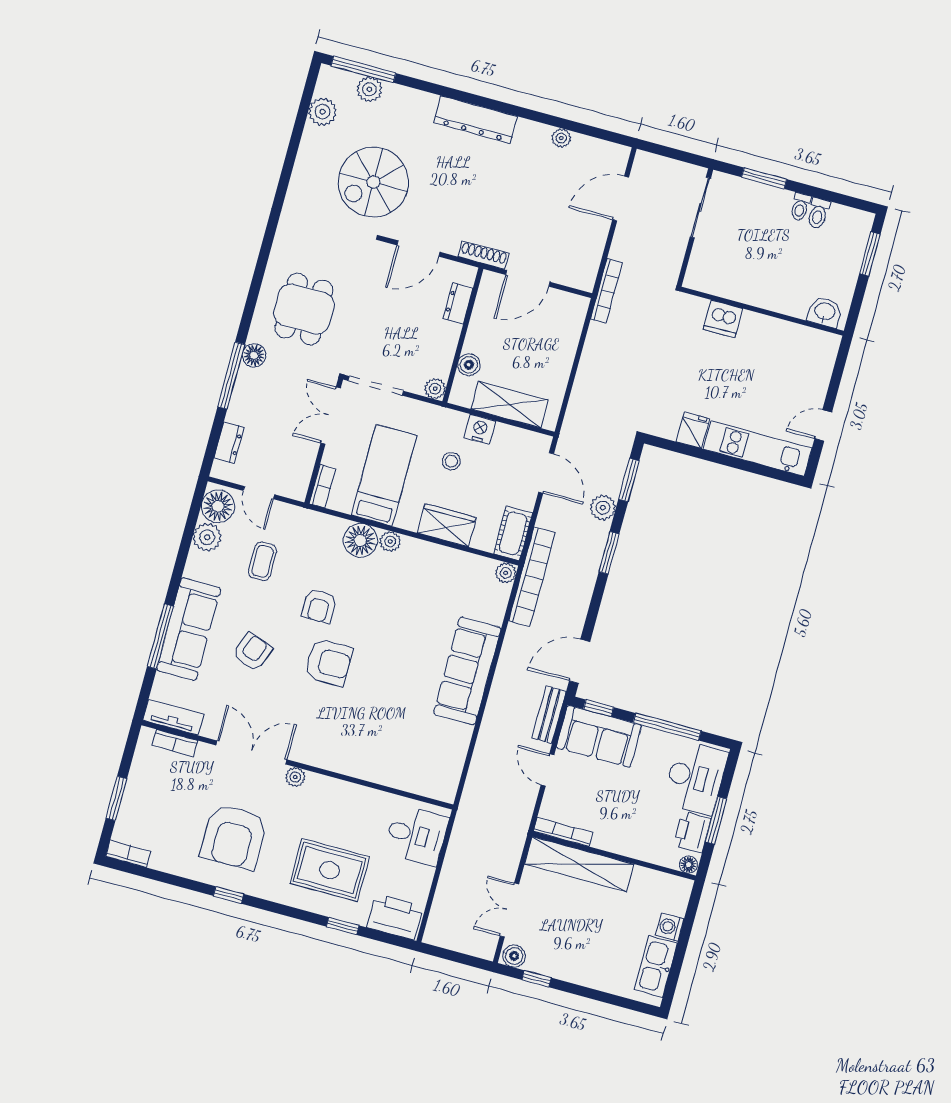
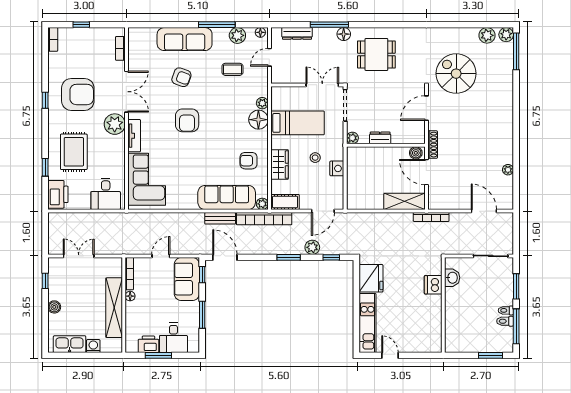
plant: (369, 89) -> (506, 35), moved
dresser: (475, 120) -> (505, 120), removed
window: (832, 197) -> (516, 326), added
door: (418, 249) -> (426, 108), hinge flipped
dresser: (458, 303) -> (380, 138), moved
washbasin: (825, 312) -> (452, 278), moved
boiler: (469, 365) -> (416, 153), moved
shelving: (510, 405) -> (405, 201), moved, turned 90
fridge: (693, 430) -> (371, 278), width x1.88, depth x1.34
dresser: (229, 443) -> (297, 33), width x1.44
window: (629, 480) -> (331, 257), width x0.67
bookcase: (323, 486) -> (282, 91), removed
floor lamp: (218, 506) -> (260, 32), width x0.53, depth x0.53
plant: (390, 541) -> (262, 103), moved
armchair: (319, 606) -> (248, 161), moved
window: (160, 636) -> (217, 25), moved
sofa: (467, 671) -> (227, 197), moved
bench: (549, 715) -> (220, 218), moved
tv unit: (173, 717) -> (134, 136), moved
window: (667, 727) -> (202, 315), width x0.69
corner sofa: (410, 759) -> (147, 179), added
plant: (295, 777) -> (115, 124), width x1.88, depth x1.88
desk: (695, 778) -> (173, 338), width x0.73
window: (116, 798) -> (81, 25), width x0.67
armchair: (234, 837) -> (78, 94), turned 180
shelving: (579, 864) -> (114, 308), moved
floor lamp: (688, 865) -> (130, 296), moved
boiler: (514, 956) -> (54, 307), moved

